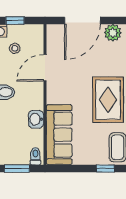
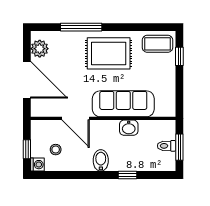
sofa: (59, 135) -> (123, 104), moved
toilet: (35, 156) -> (167, 146), moved

